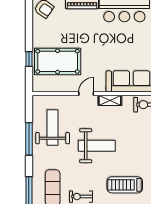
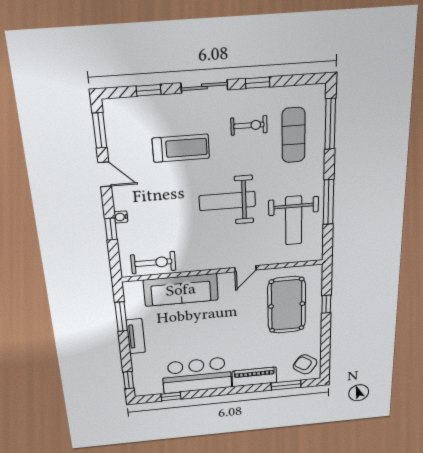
pool table: (58, 61) -> (287, 305), turned 90
shelving: (110, 100) -> (211, 263), removed

